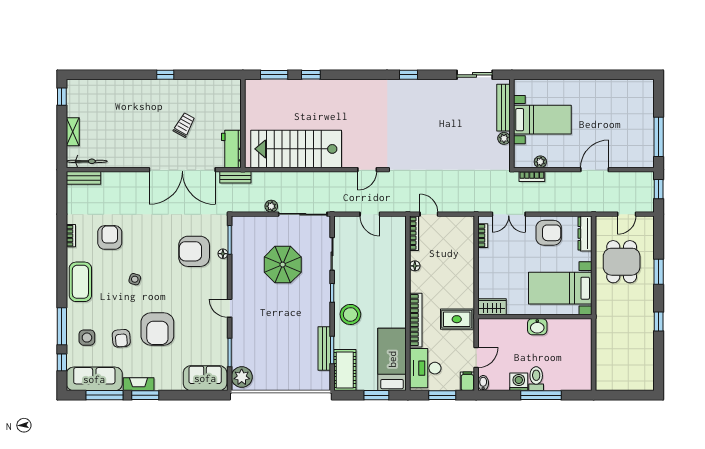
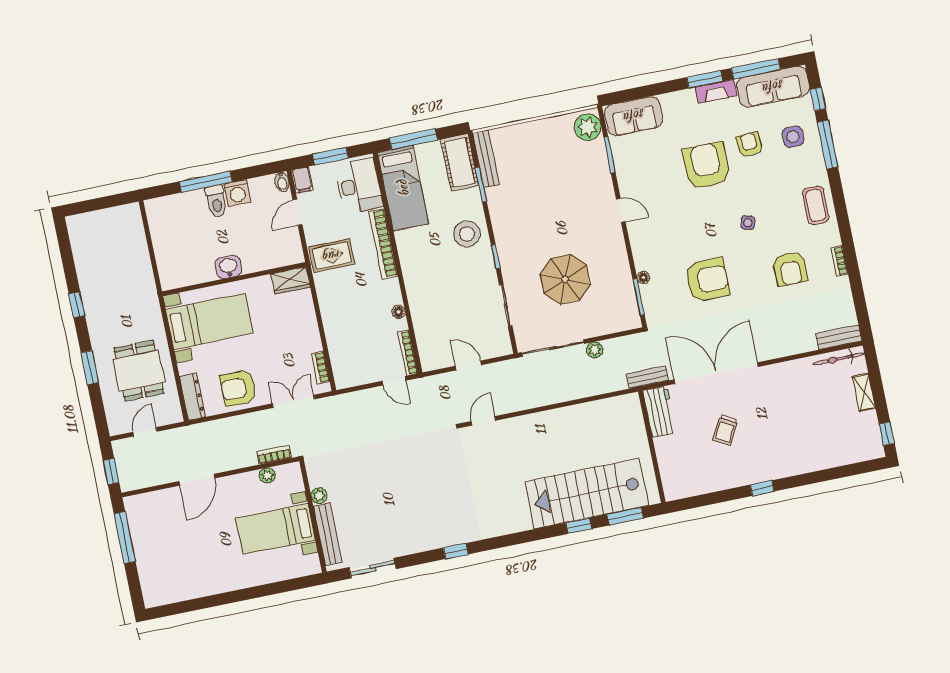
stairs: (296, 149) -> (587, 494), moved, turned 180
armchair: (194, 251) -> (707, 280), moved
coffee table: (80, 282) -> (816, 205), width x0.73, depth x0.76
bench: (324, 349) -> (486, 159), moved
window: (376, 395) -> (413, 139), width x1.44

